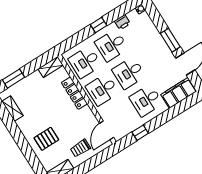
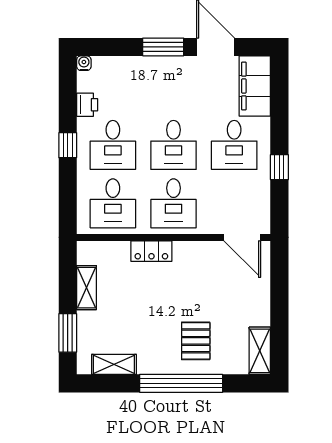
shelving: (51, 67) -> (86, 288), moved
locker: (74, 93) -> (151, 251), width x0.66
window: (140, 133) -> (279, 167), moved
window: (23, 144) -> (181, 383), added
trolley: (80, 148) -> (244, 296), removed

